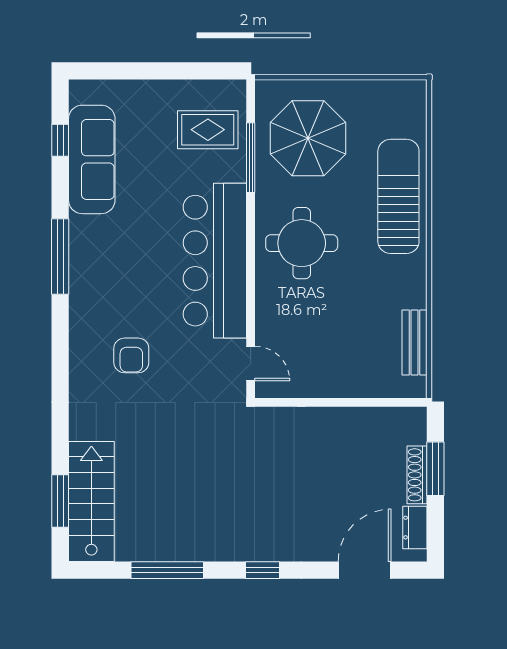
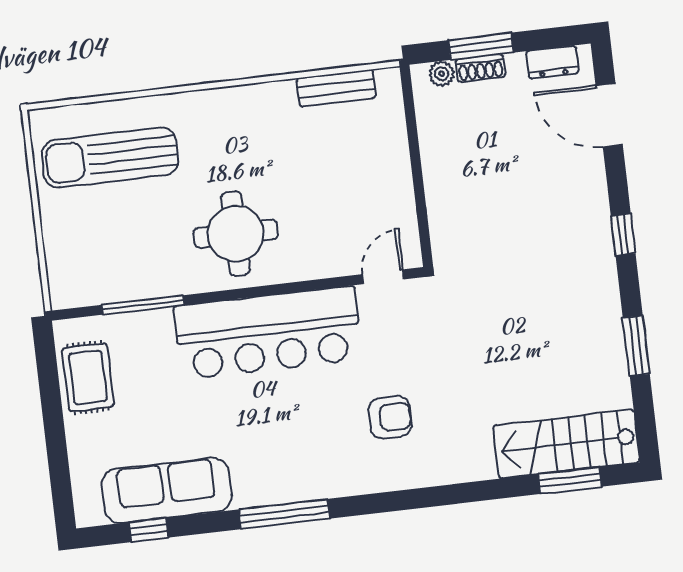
rug: (208, 130) -> (88, 377), moved
parasol: (308, 138) -> (112, 241), removed
sun lounger: (398, 196) -> (110, 157), moved
plant: (416, 433) -> (442, 74), added
shoe rack: (417, 475) -> (480, 68), width x0.70
window: (167, 570) -> (636, 346), width x0.69

